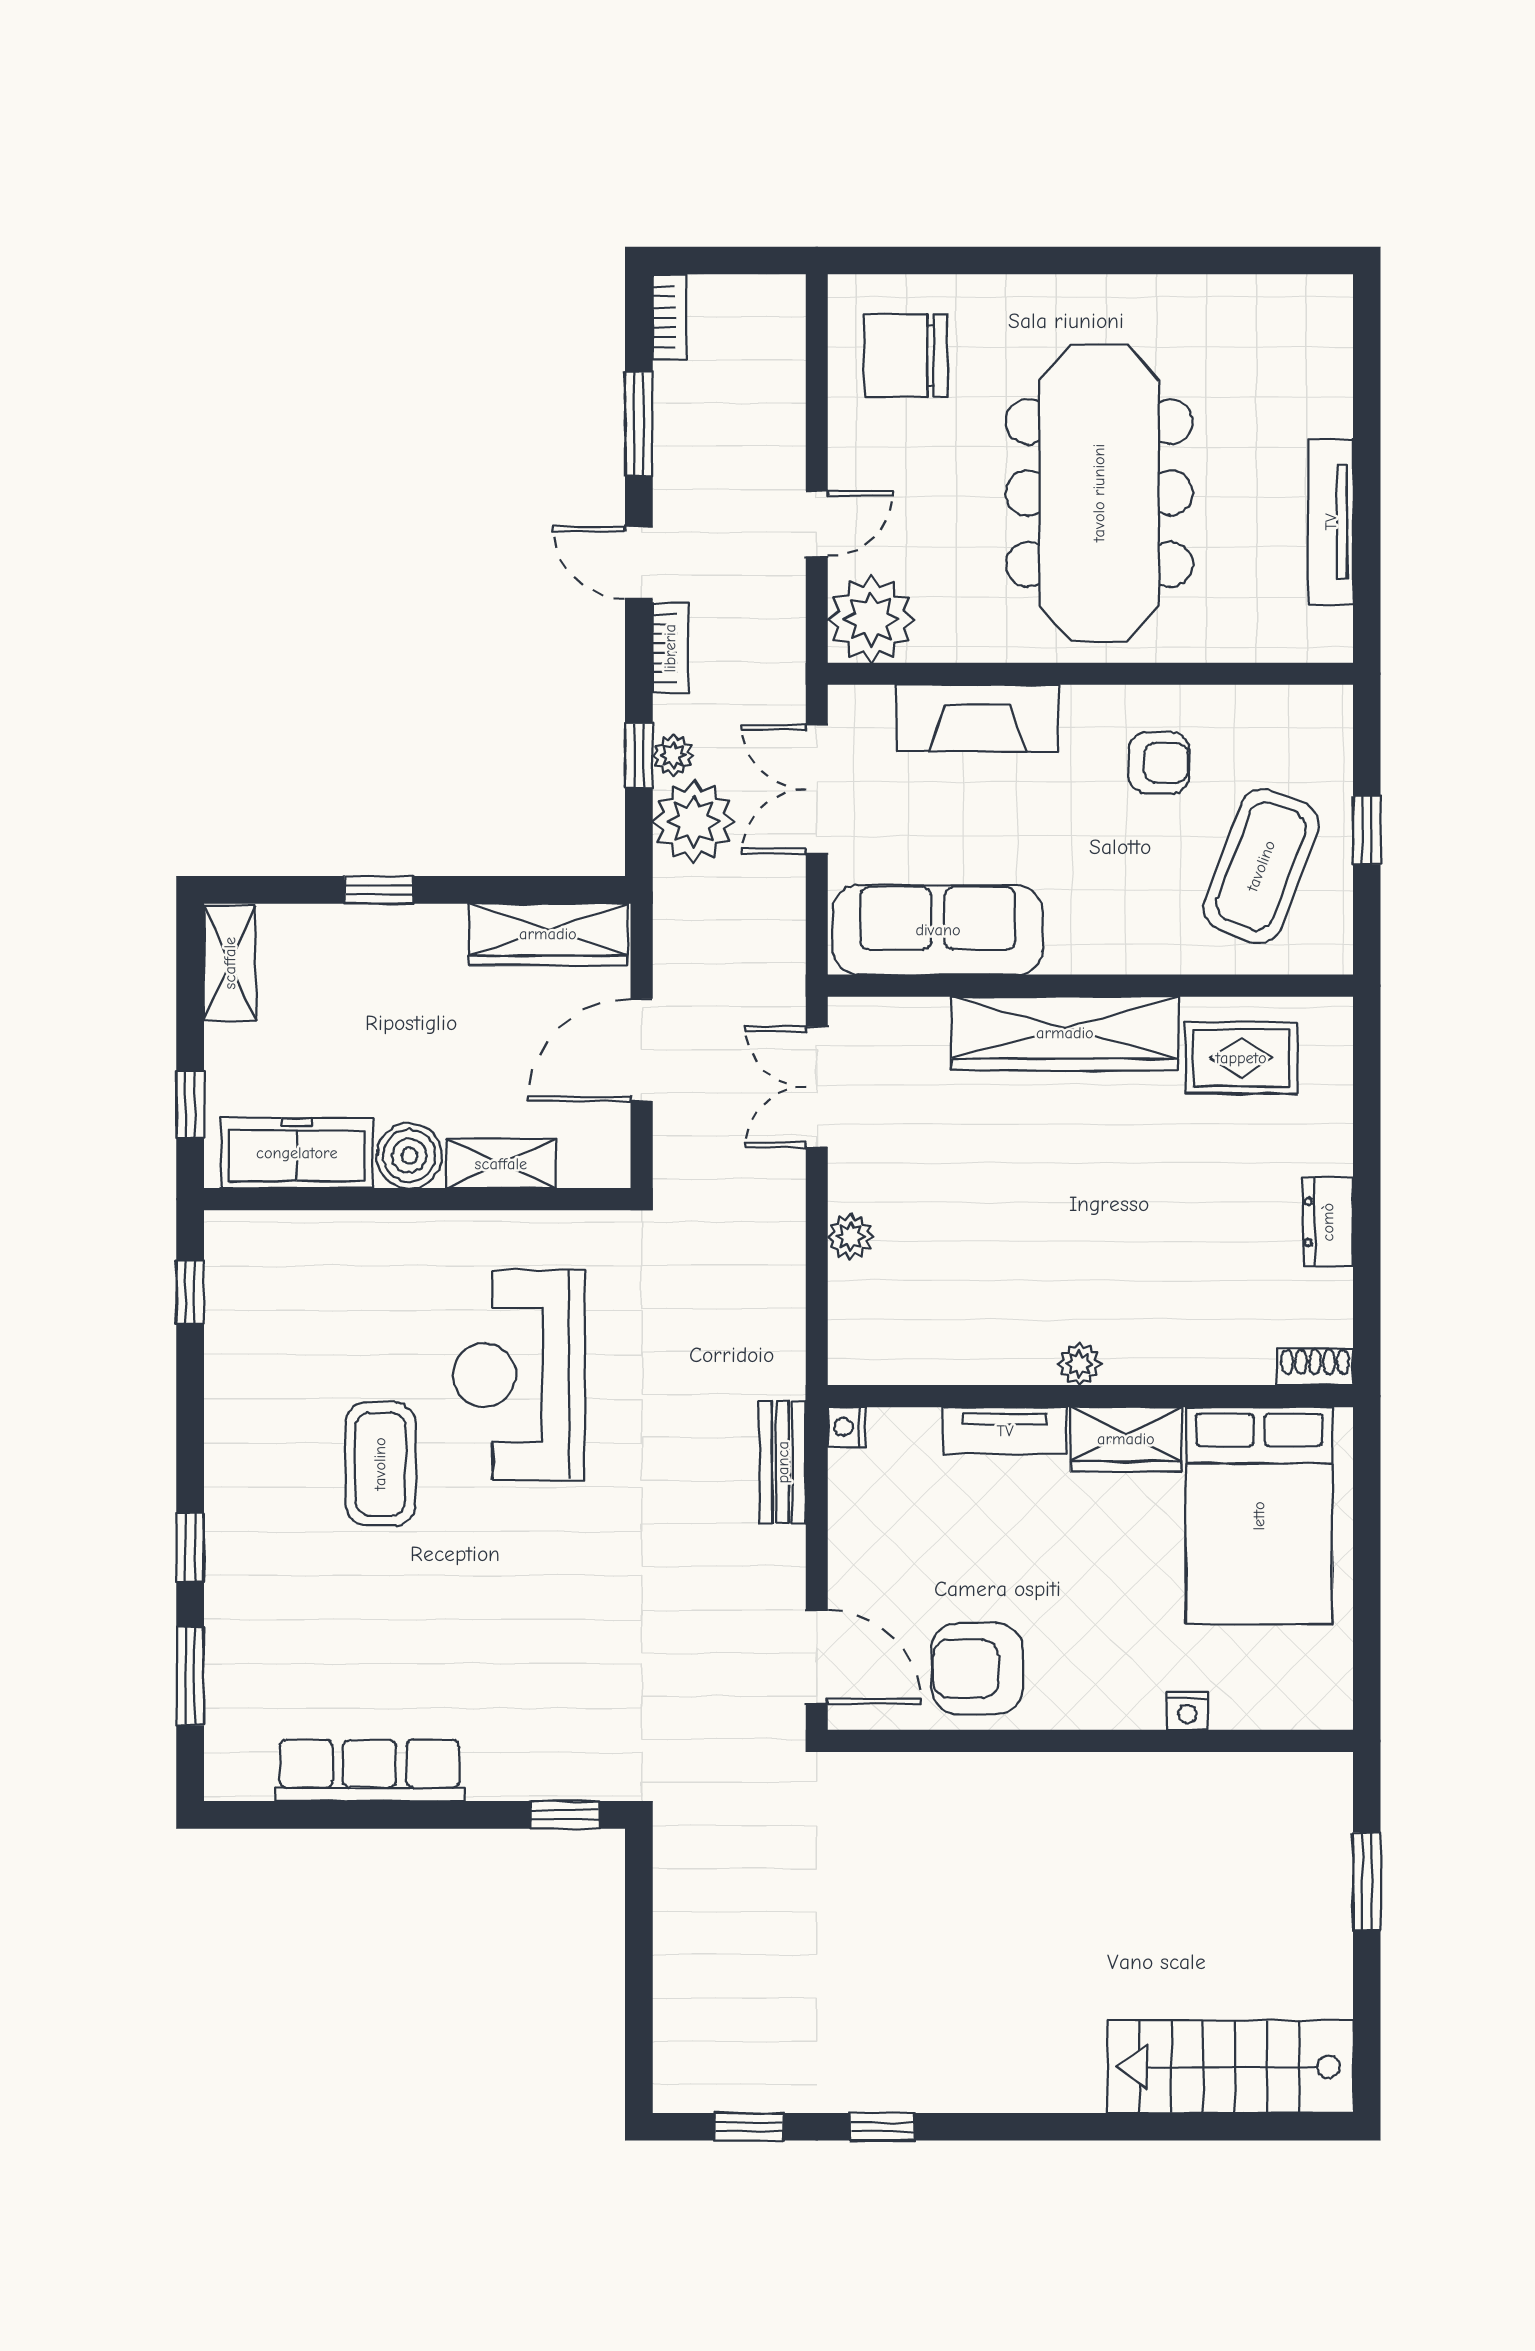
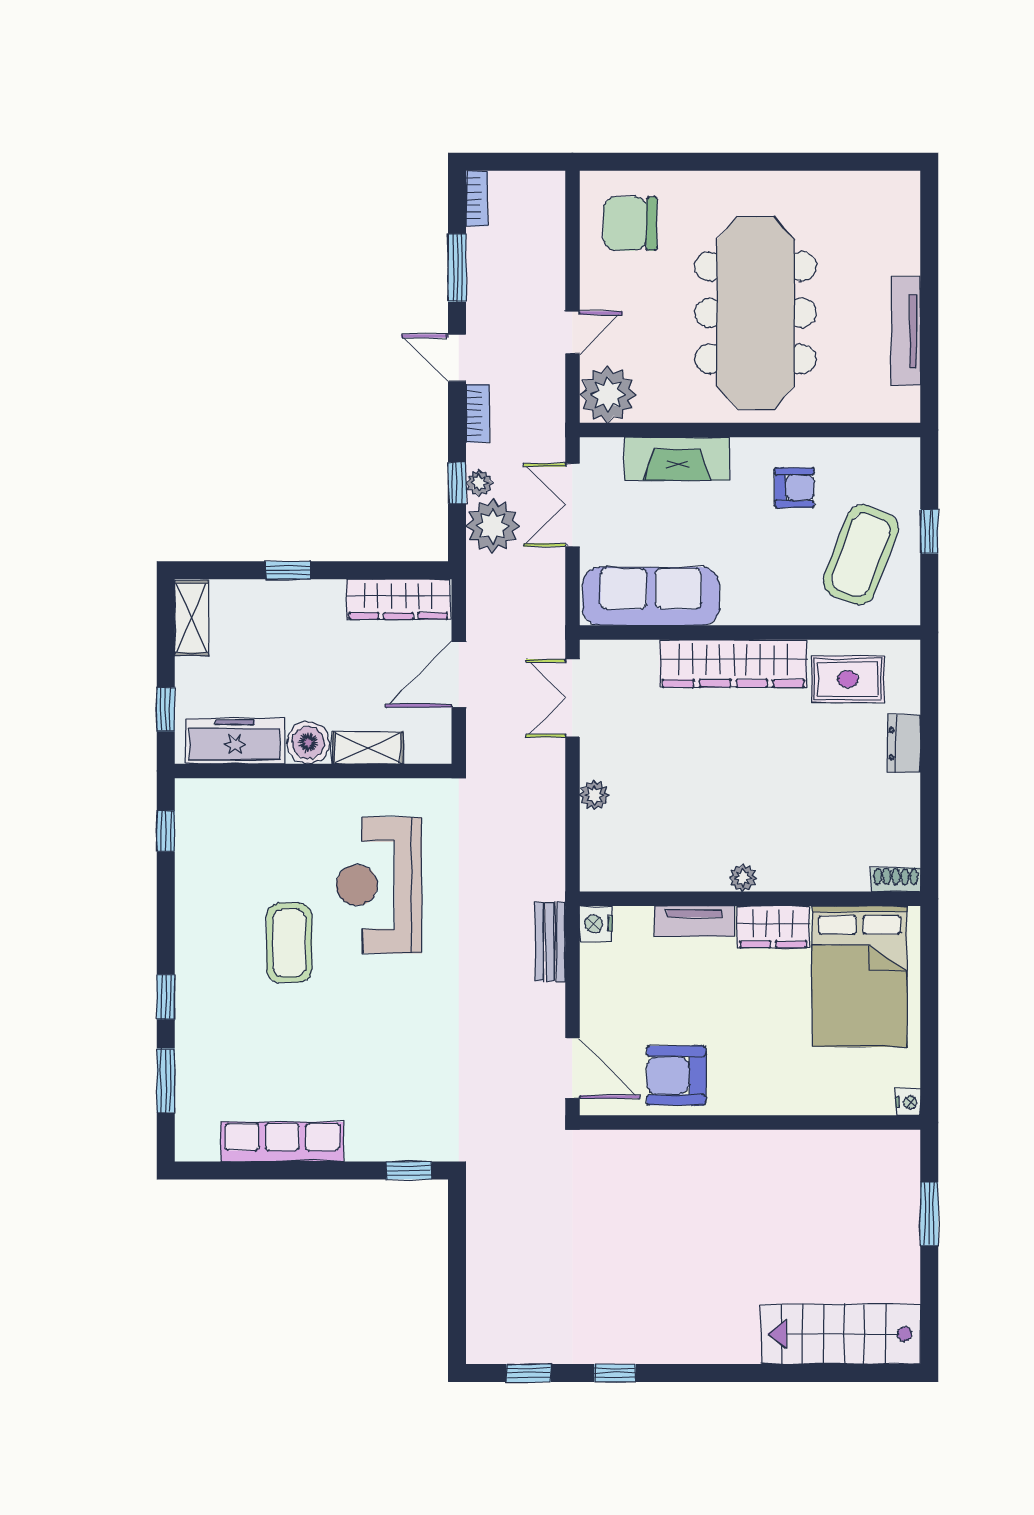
dresser: (1328, 1222) -> (904, 744), moved
nightstand: (846, 1427) -> (596, 924), width x1.39, depth x1.35
nightstand: (1187, 1711) -> (908, 1102), moved, turned -90

